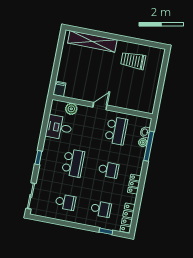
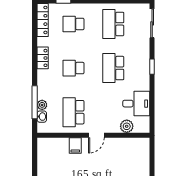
filing cabinet: (59, 89) -> (75, 146), moved
school desk: (65, 202) -> (113, 24), width x1.85

